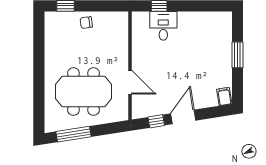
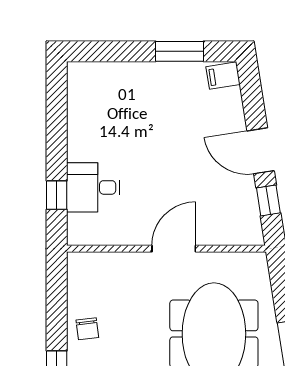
window: (237, 55) -> (180, 51), moved
door: (130, 82) -> (174, 249), moved

